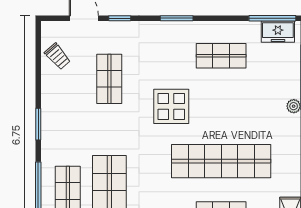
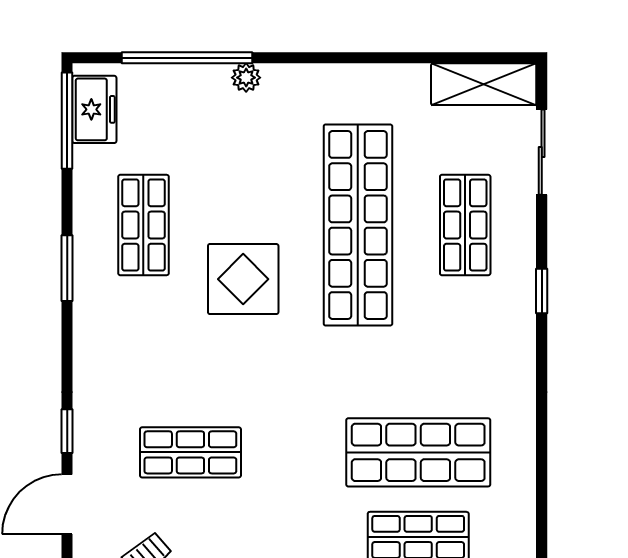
window: (177, 18) -> (67, 268), moved
display table: (171, 106) -> (243, 279), moved

